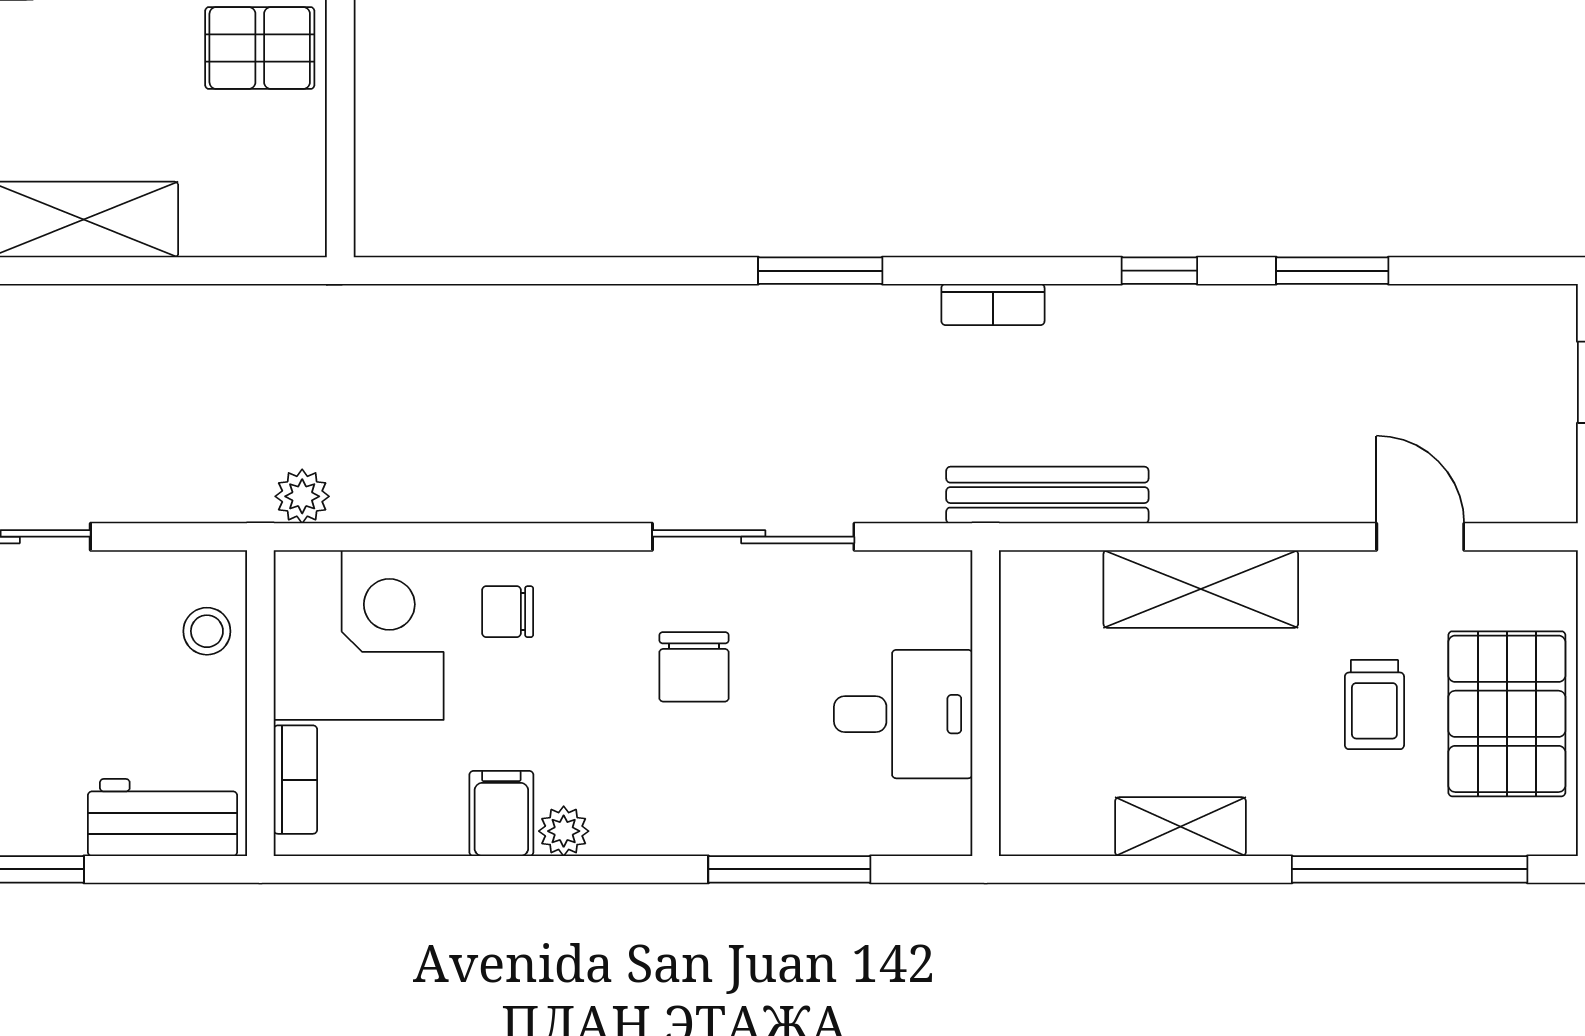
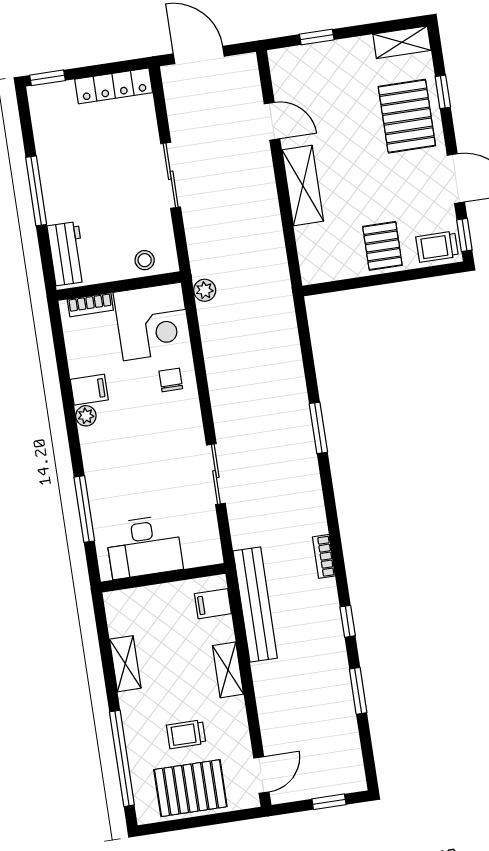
window: (820, 271) -> (318, 428), moved
bench: (1047, 495) -> (255, 605), width x1.37, depth x1.21
sliding door: (753, 537) -> (216, 474), width x0.73
door: (1420, 537) -> (261, 775), moved
shelving: (1201, 589) -> (228, 670), width x0.67, depth x0.75
filing cabinet: (1067, 591) -> (213, 604), added
chair: (694, 667) -> (160, 458), removed
desk: (903, 714) -> (144, 547), width x1.37

